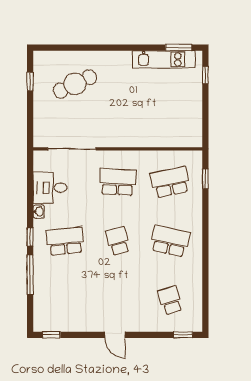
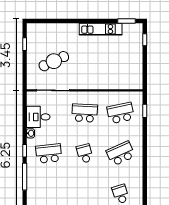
kitchen unit: (163, 59) -> (101, 29), moved
cafe table: (75, 84) -> (54, 61), moved
school desk: (170, 241) -> (121, 154), turned -36

